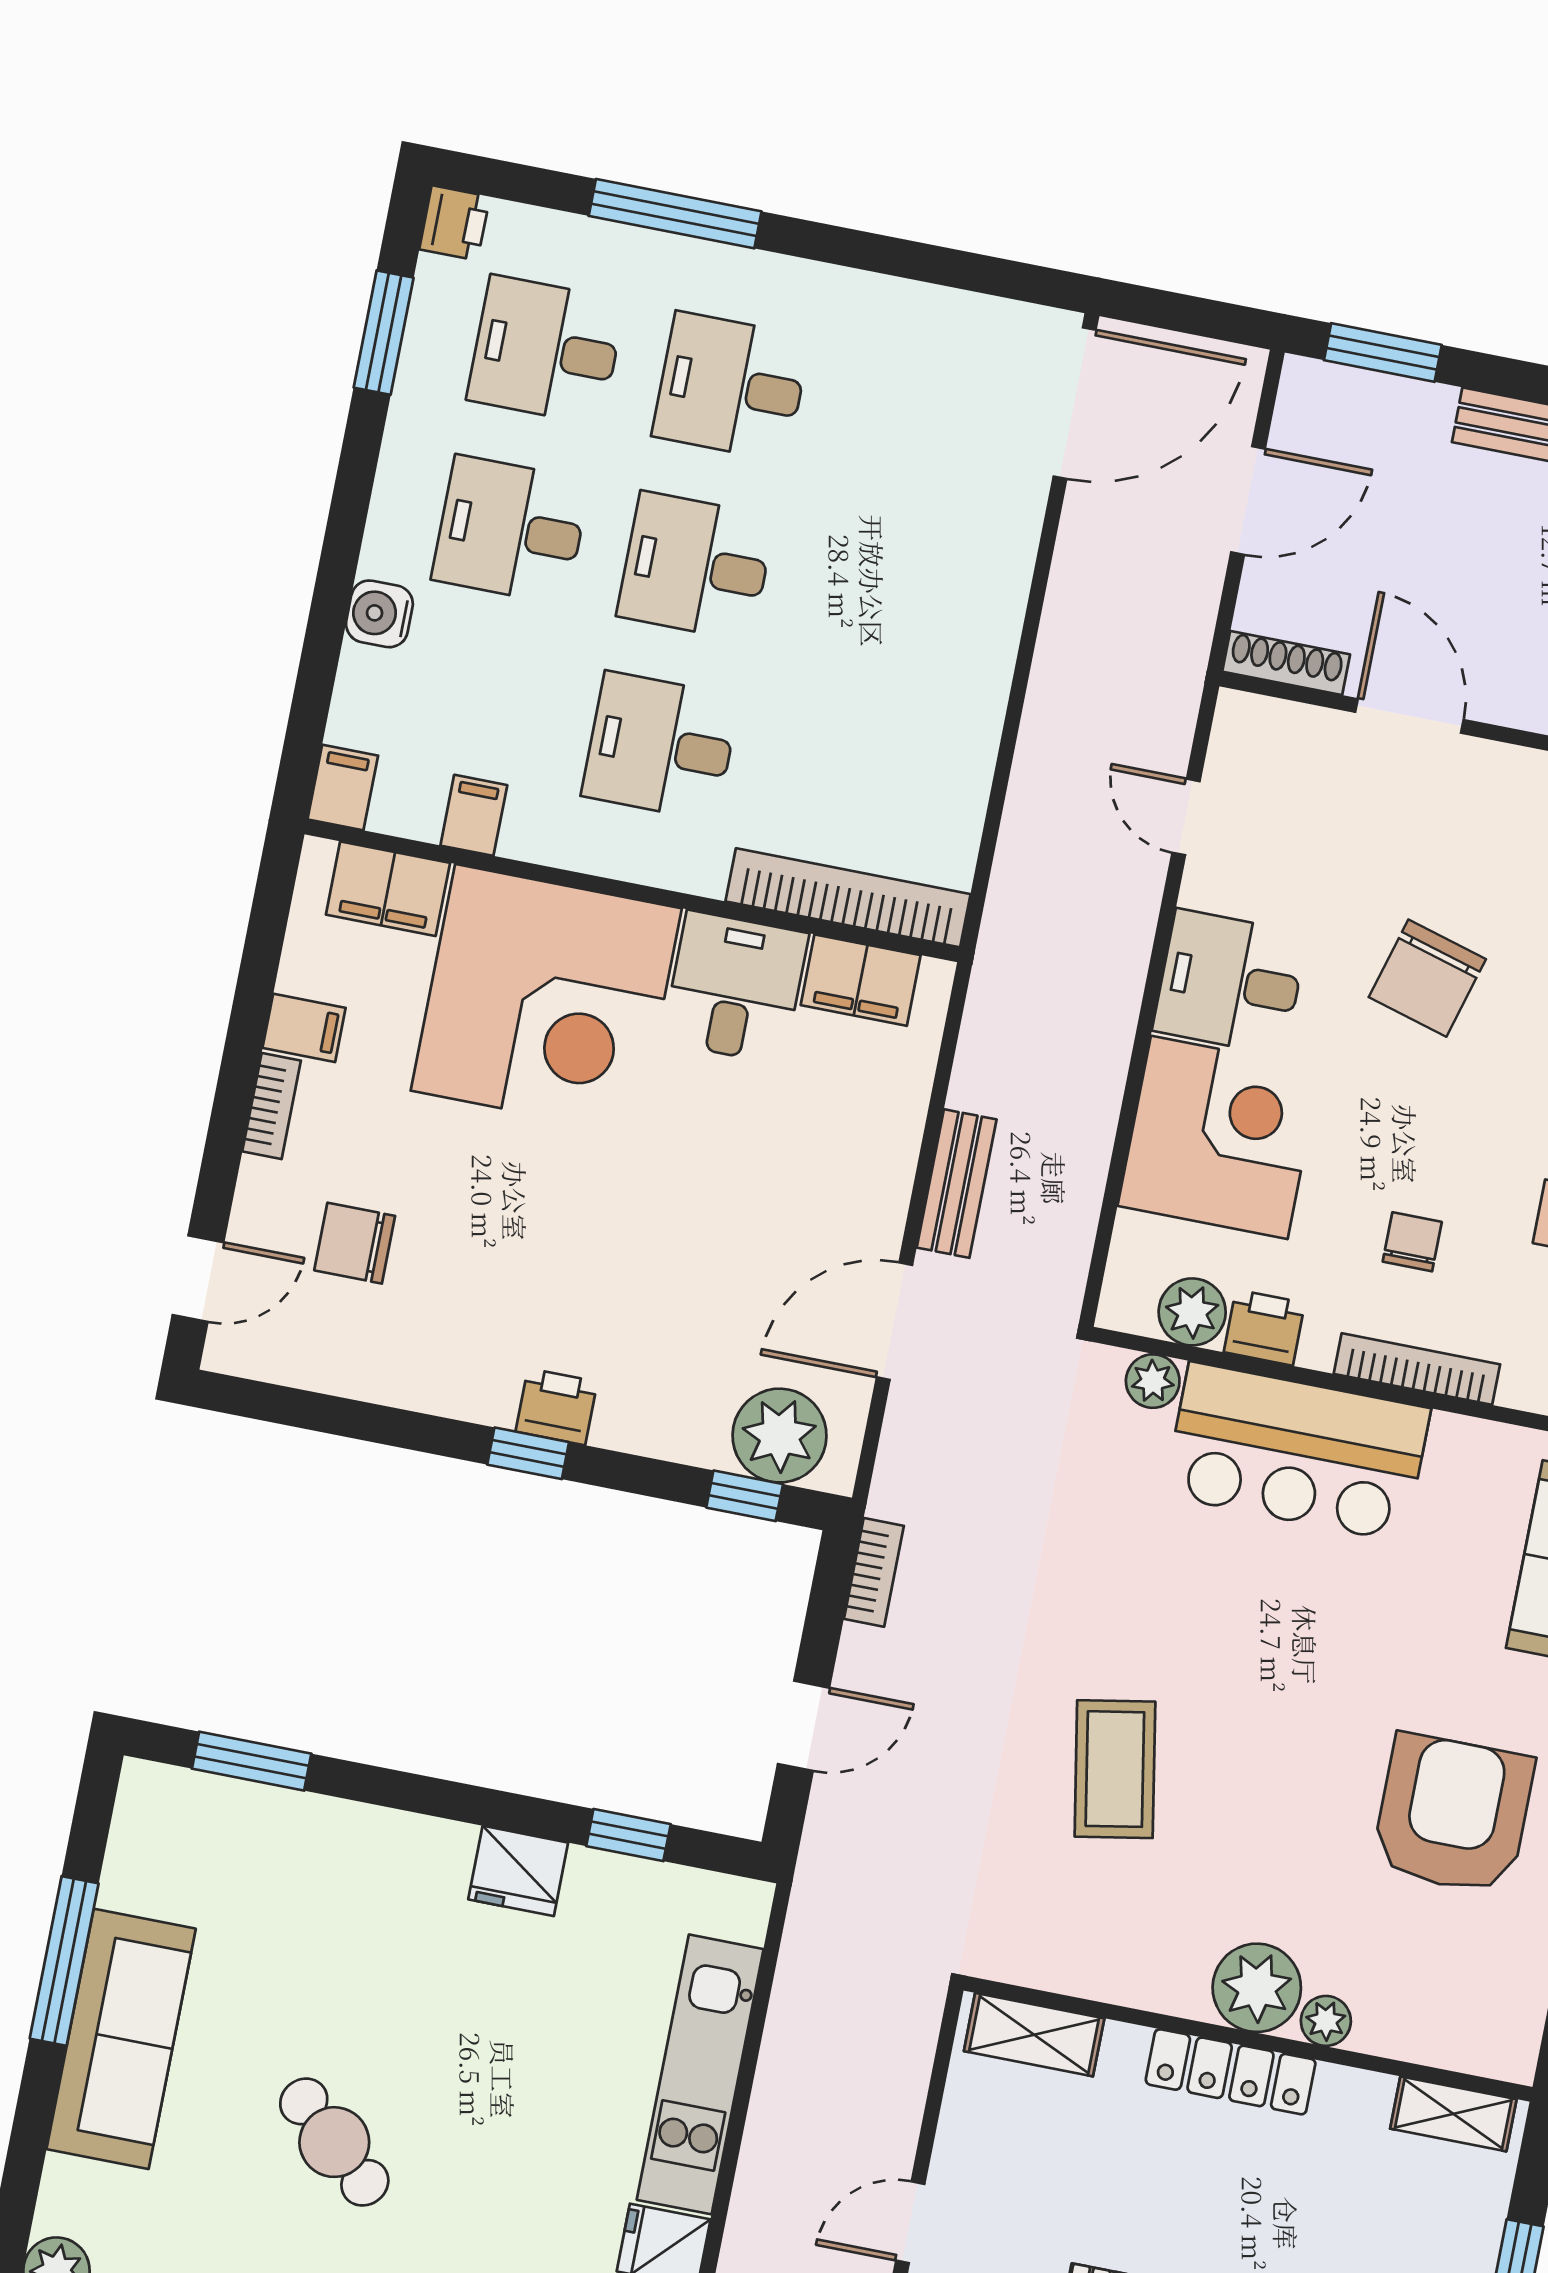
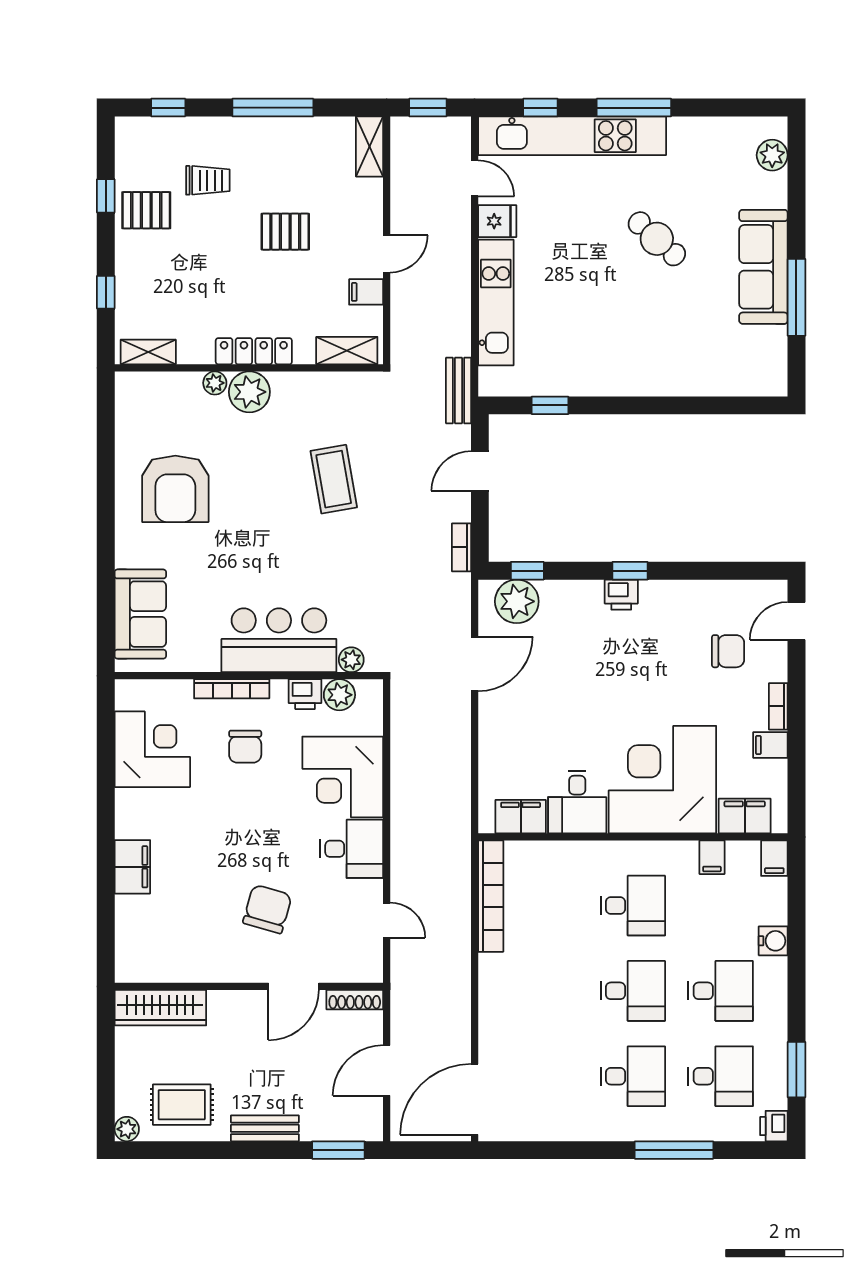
door: (1409, 716) -> (294, 986), hinge flipped
bookcase: (848, 898) -> (491, 896), moved, turned -90
chair: (1427, 978) -> (267, 909), moved
bench: (957, 1184) -> (458, 391), moved
chair: (1412, 1242) -> (245, 747), width x1.37, depth x1.37
window: (252, 1761) -> (729, 405), removed
fridge: (518, 1871) -> (597, 379), removed
filing cabinet: (969, 2150) -> (366, 292), added

